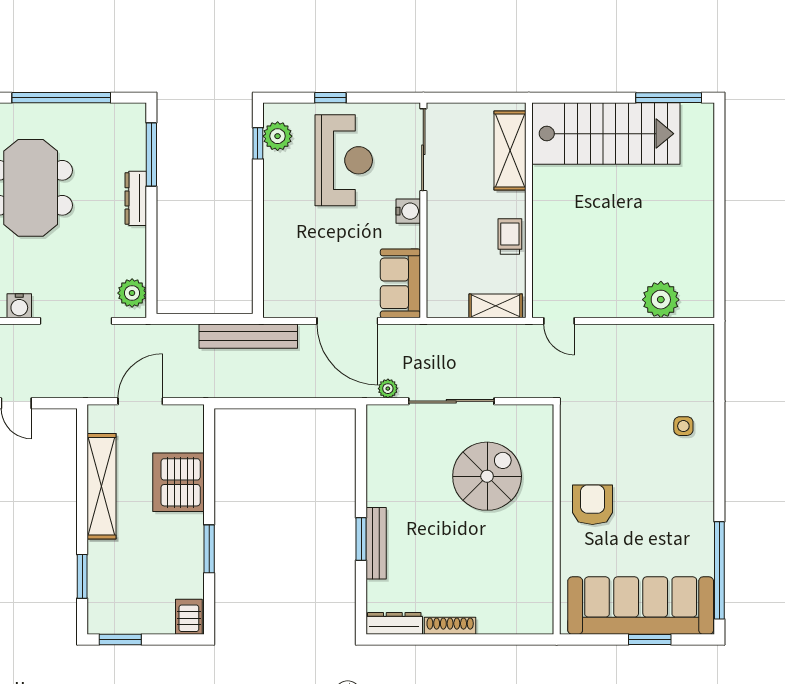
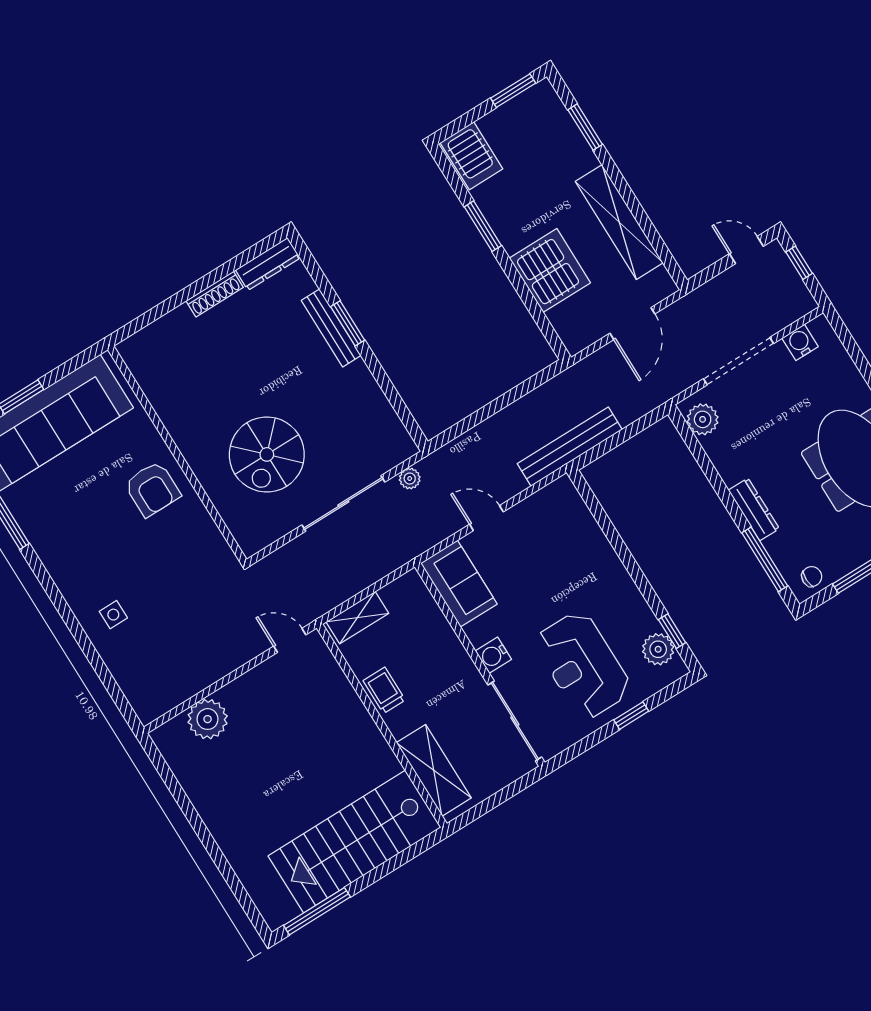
chair: (123, 118) -> (812, 577), added
trolley: (510, 237) -> (384, 690), turned 180
door: (347, 321) -> (486, 518), width x0.53
server rack: (189, 617) -> (471, 156), width x1.36, depth x1.44

